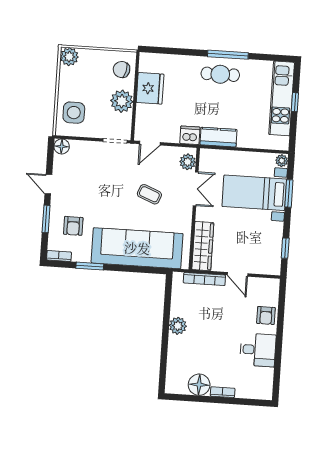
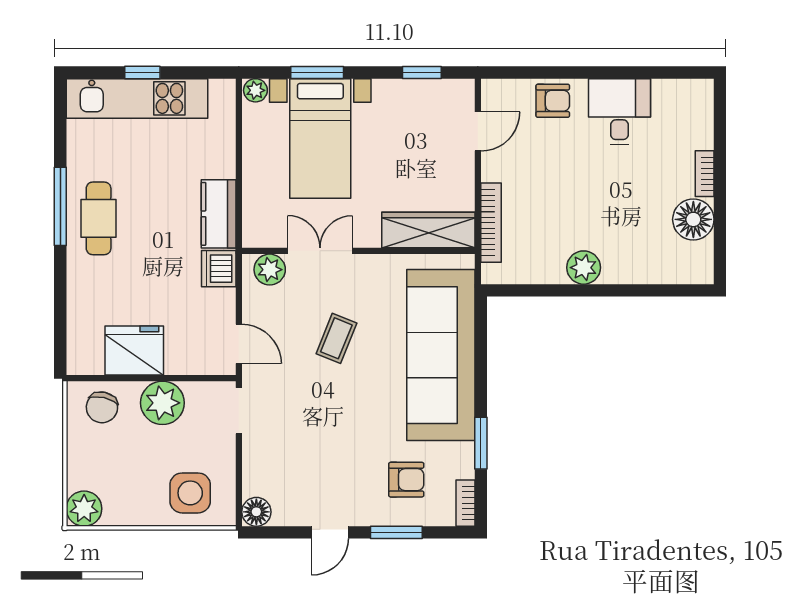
door: (238, 274) -> (478, 131), moved

